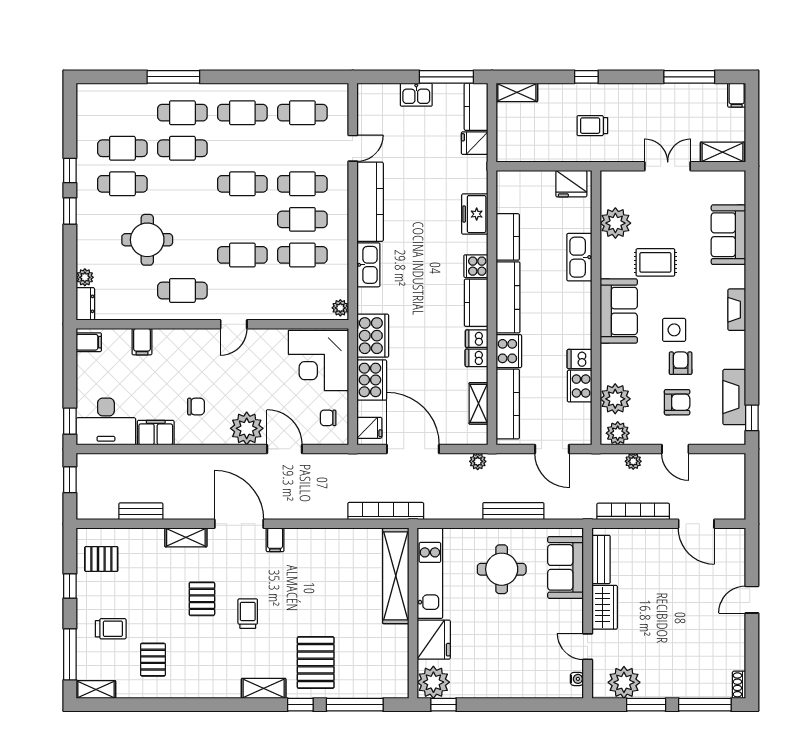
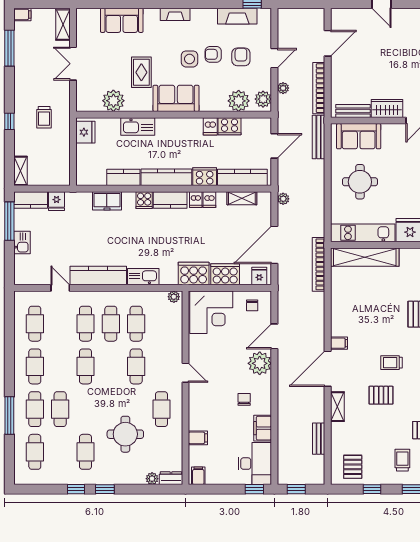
cafe table: (122, 148) -> (35, 452), moved
bench: (513, 511) -> (319, 137), moved

